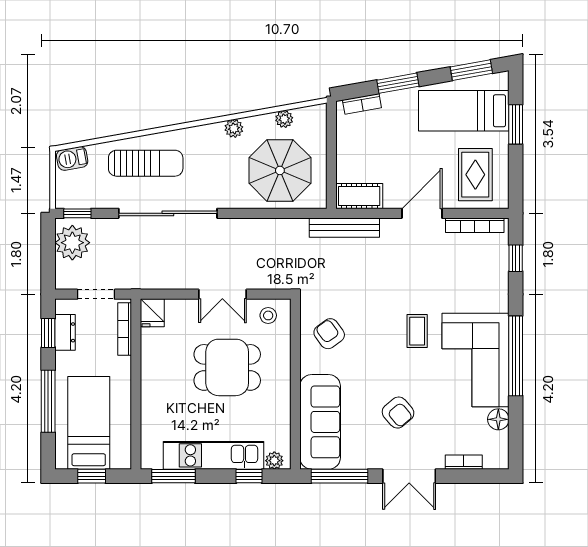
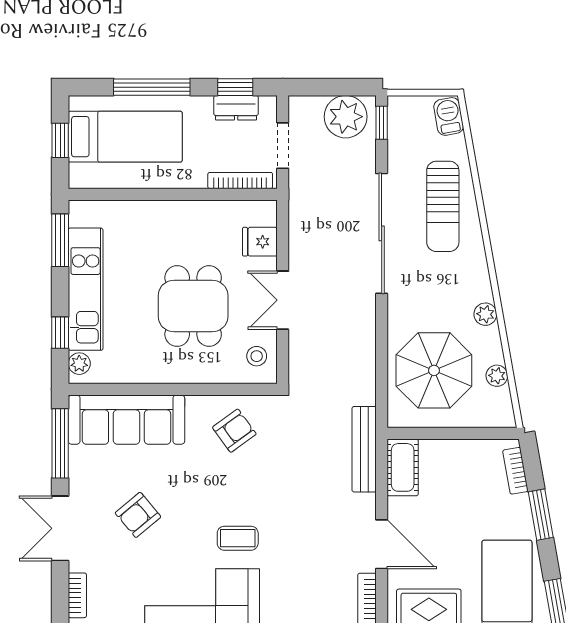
fridge: (152, 313) -> (260, 242), moved

